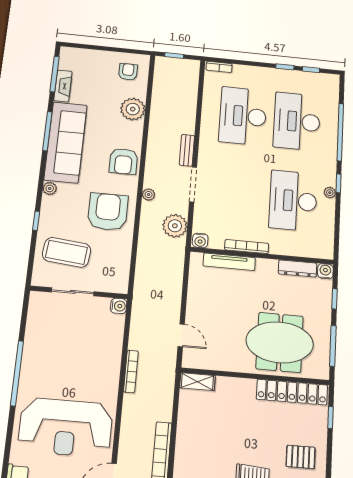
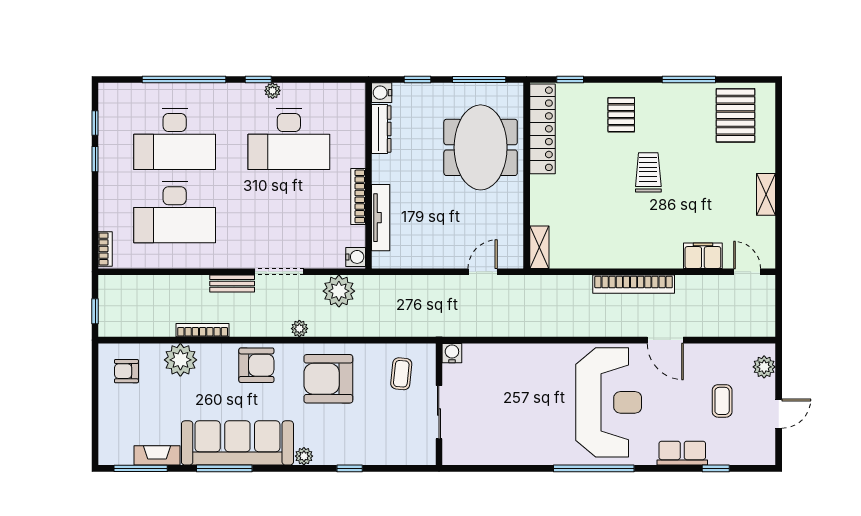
coffee table: (67, 252) -> (401, 374), moved, width x0.54, depth x0.58
bookcase: (131, 371) -> (203, 330), moved
window: (17, 373) -> (594, 468), moved

